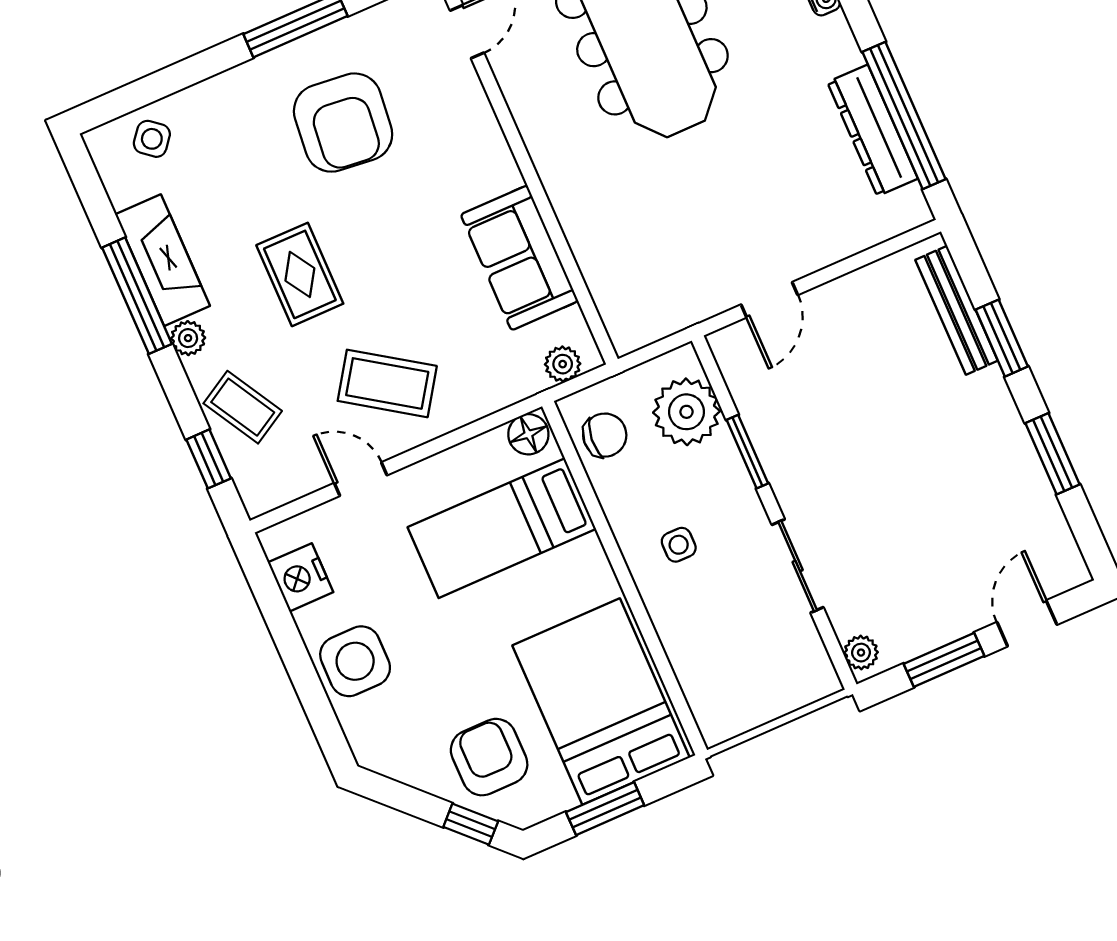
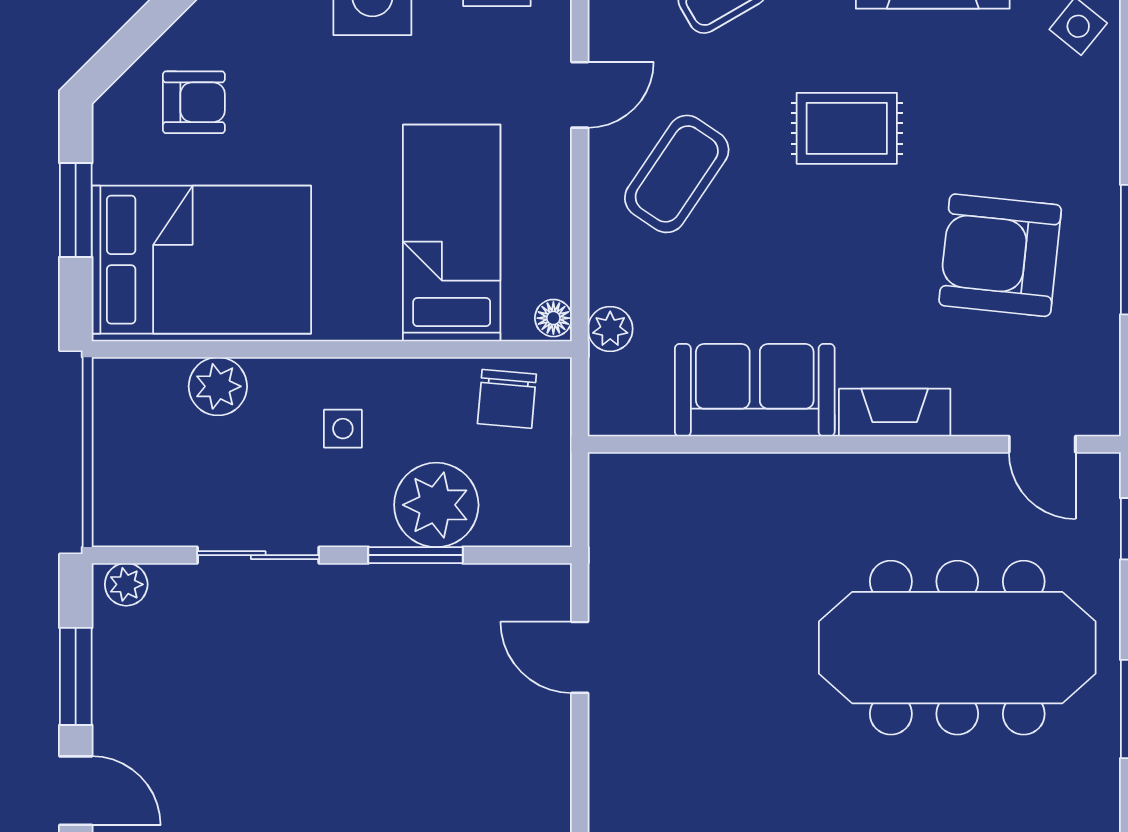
fireplace: (491, 149) -> (895, 413), added
plant: (563, 364) -> (610, 329), moved
plant: (686, 412) -> (436, 505), moved
floor lamp: (528, 434) -> (553, 318), width x0.73, depth x0.73
plant: (688, 649) -> (218, 386), added
armchair: (489, 757) -> (194, 102), width x0.72, depth x0.72
window: (471, 824) -> (126, 47), removed

